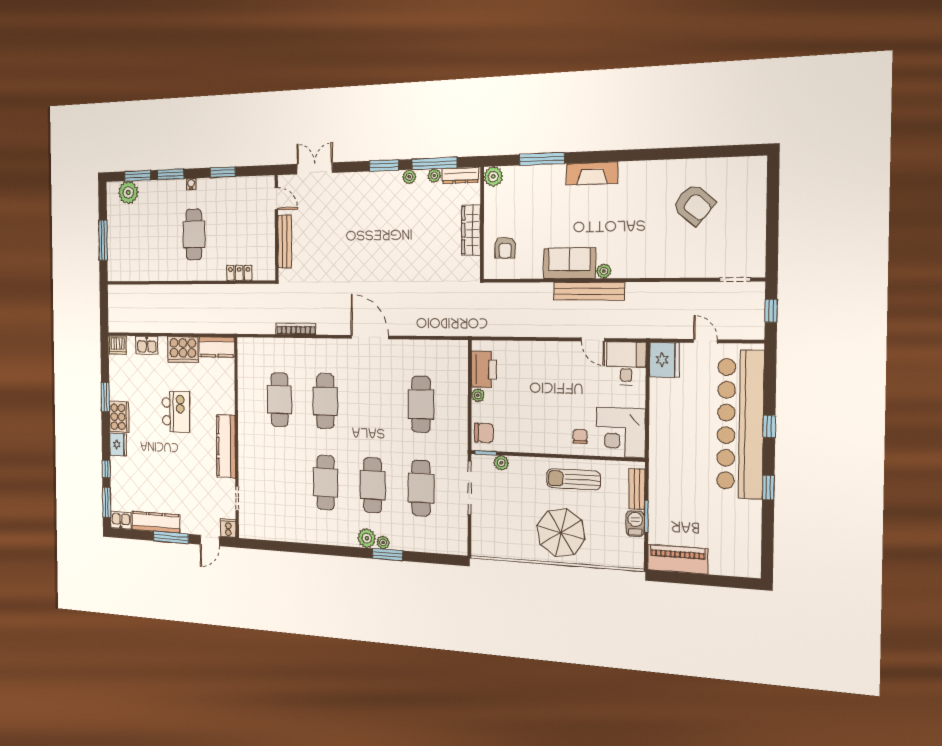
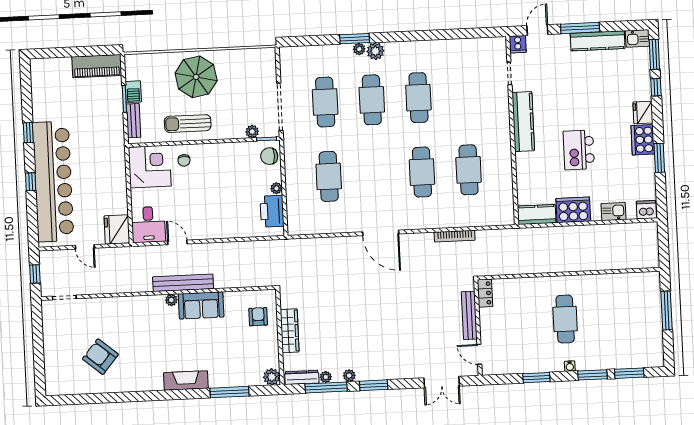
plant: (128, 192) -> (639, 357), removed
locker: (239, 273) -> (485, 293), moved, turned -90
sun lounger: (573, 479) -> (188, 124), turned 180

